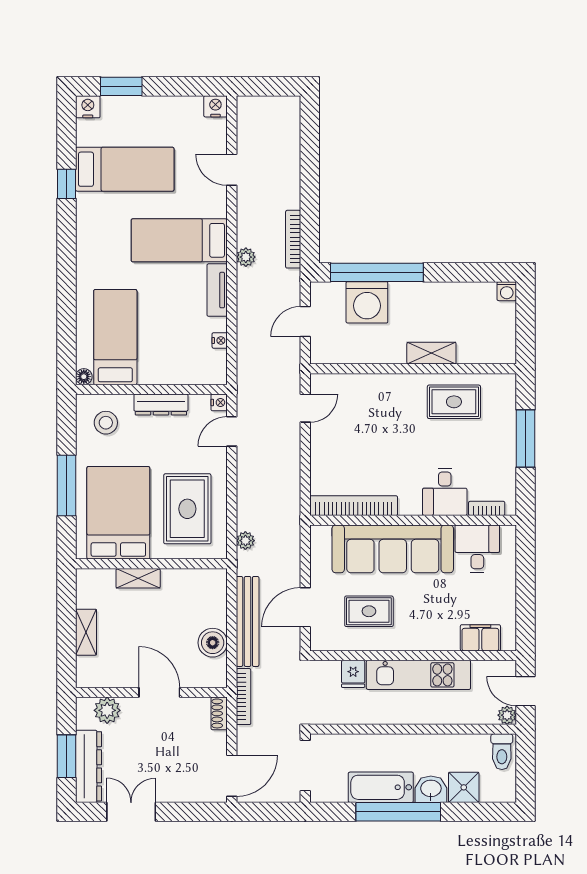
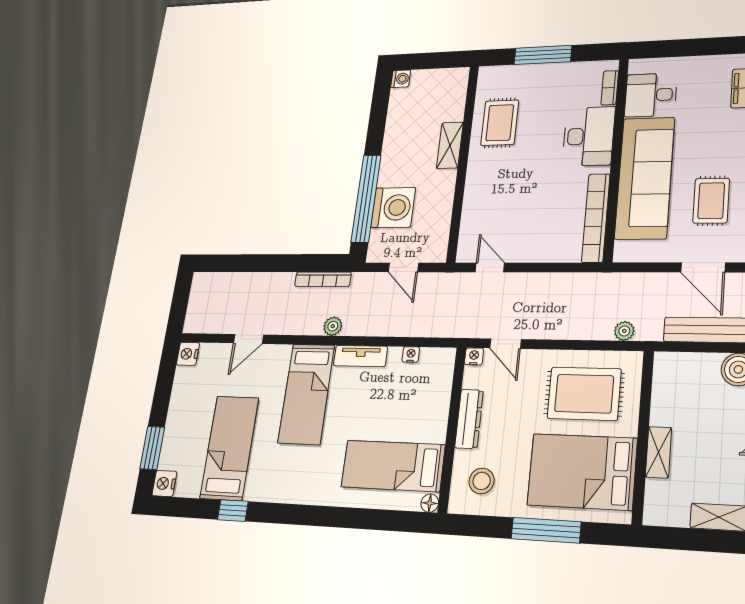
desk: (445, 492) -> (589, 136), width x1.37

